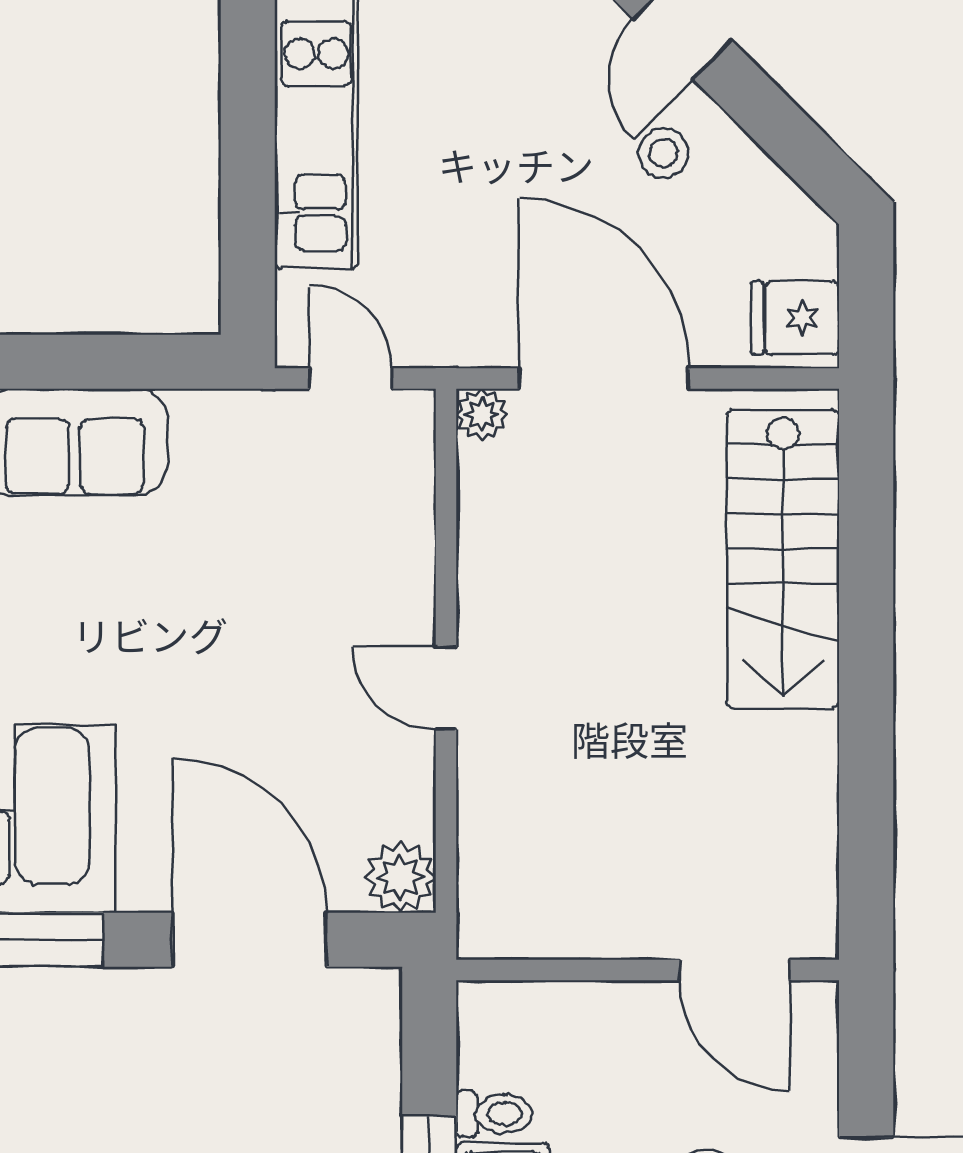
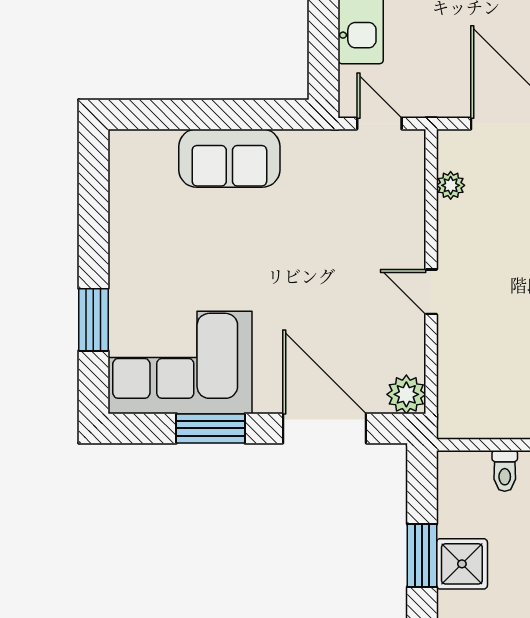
plant: (482, 414) -> (451, 185), moved
toilet: (494, 1114) -> (505, 471), moved, turned 90

